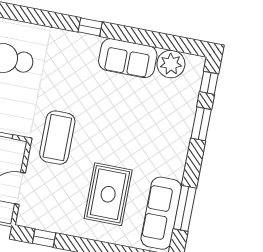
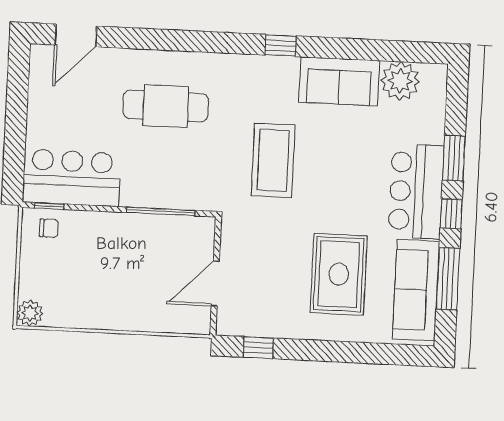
window: (209, 83) -> (451, 214), moved
coffee table: (57, 138) -> (273, 160), moved
bar counter: (171, 144) -> (416, 191), added

